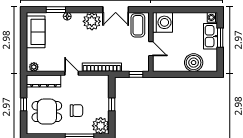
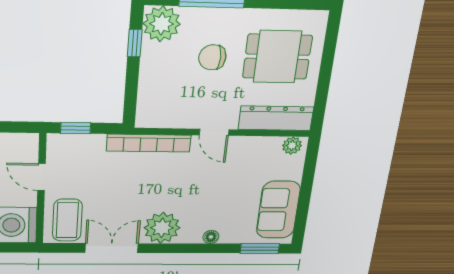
window: (56, 10) -> (260, 249), moved
window: (24, 104) -> (325, 72), removed
window: (112, 104) -> (135, 43), moved

